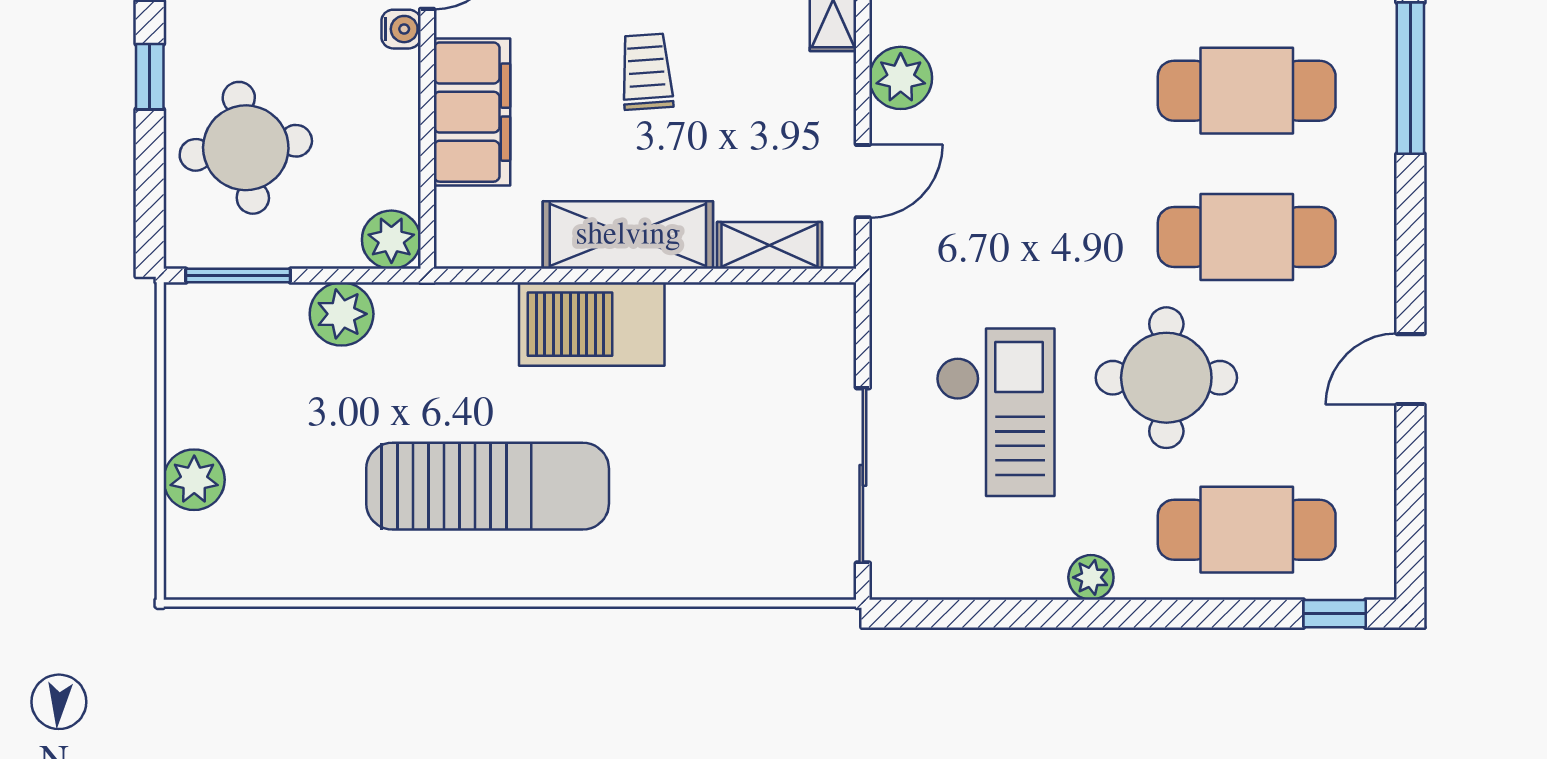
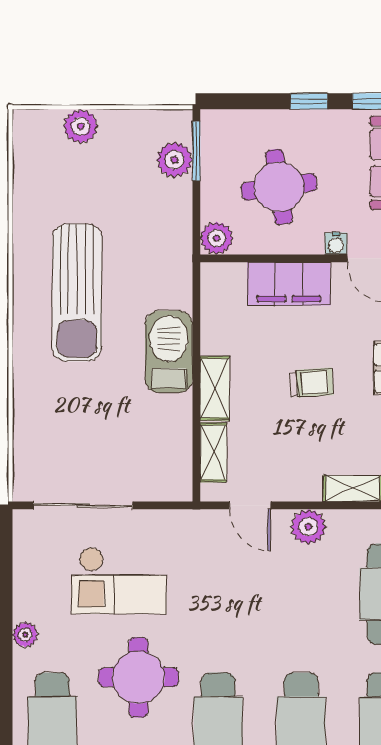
round table: (246, 148) -> (279, 187), moved
shelving: (628, 235) -> (214, 388), width x0.67, depth x0.75
plant: (342, 314) -> (175, 160), moved

